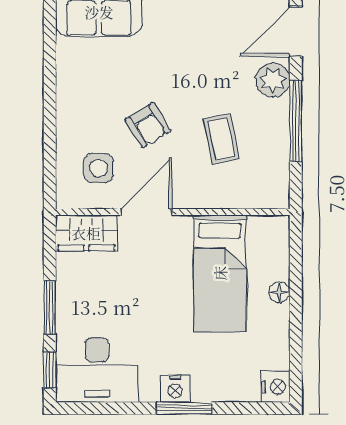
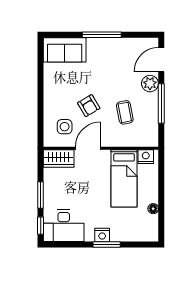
floor lamp: (279, 292) -> (153, 209), moved
nightstand: (276, 387) -> (146, 157), moved, turned -90

